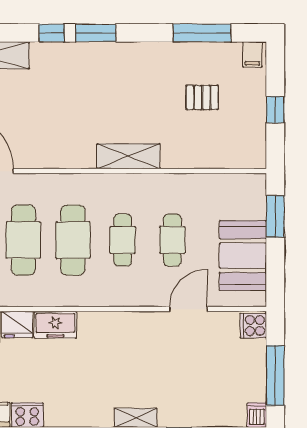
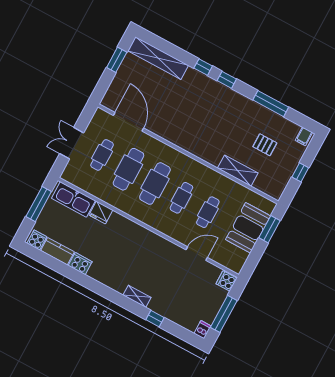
window: (96, 33) -> (227, 80), width x0.67
window: (202, 33) -> (271, 104), moved
shelving: (129, 156) -> (238, 171), moved
booth: (243, 256) -> (248, 228), moved
freezer: (55, 325) -> (121, 224), removed

